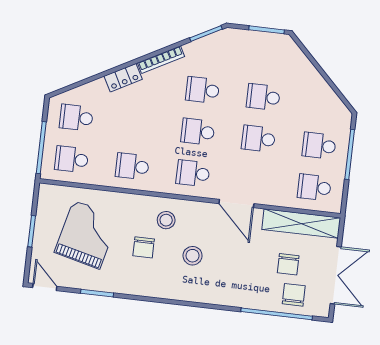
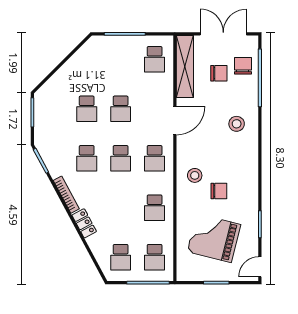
school desk: (319, 146) -> (121, 59), removed
stool: (193, 256) -> (237, 124), moved
chair: (294, 295) -> (243, 66), turned 90

